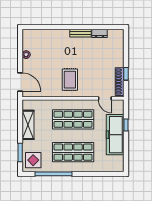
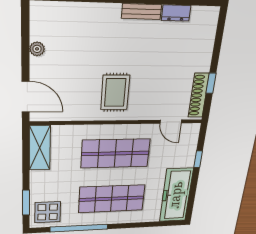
shelving: (28, 125) -> (40, 148), moved
freezer: (115, 135) -> (176, 195), moved

